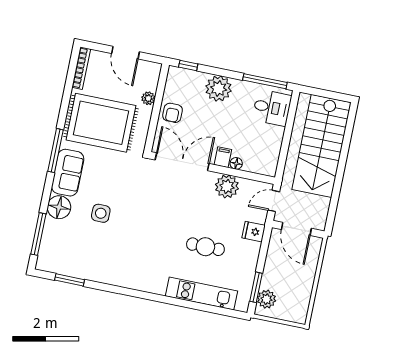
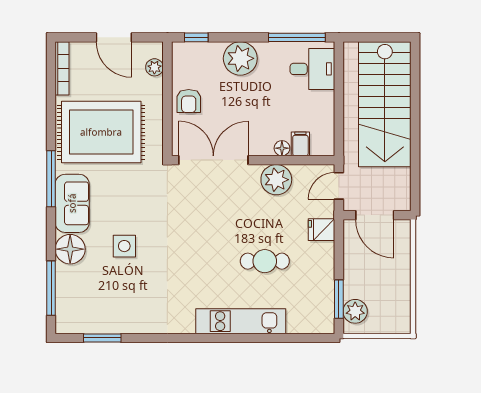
plant: (148, 98) -> (154, 67), moved
filing cabinet: (223, 157) -> (300, 144), moved
kitchen unit: (202, 294) -> (241, 321), moved

